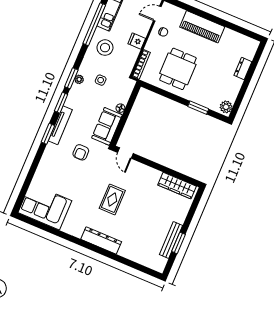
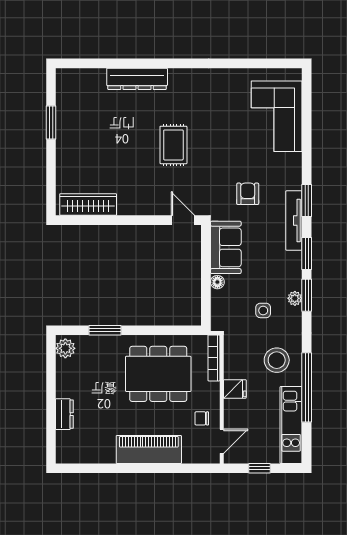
dining table: (178, 69) -> (158, 374), width x1.38
corner sofa: (45, 207) -> (277, 116), moved, turned 90
dresser: (101, 240) -> (137, 79), moved
bench: (171, 240) -> (64, 122), removed

